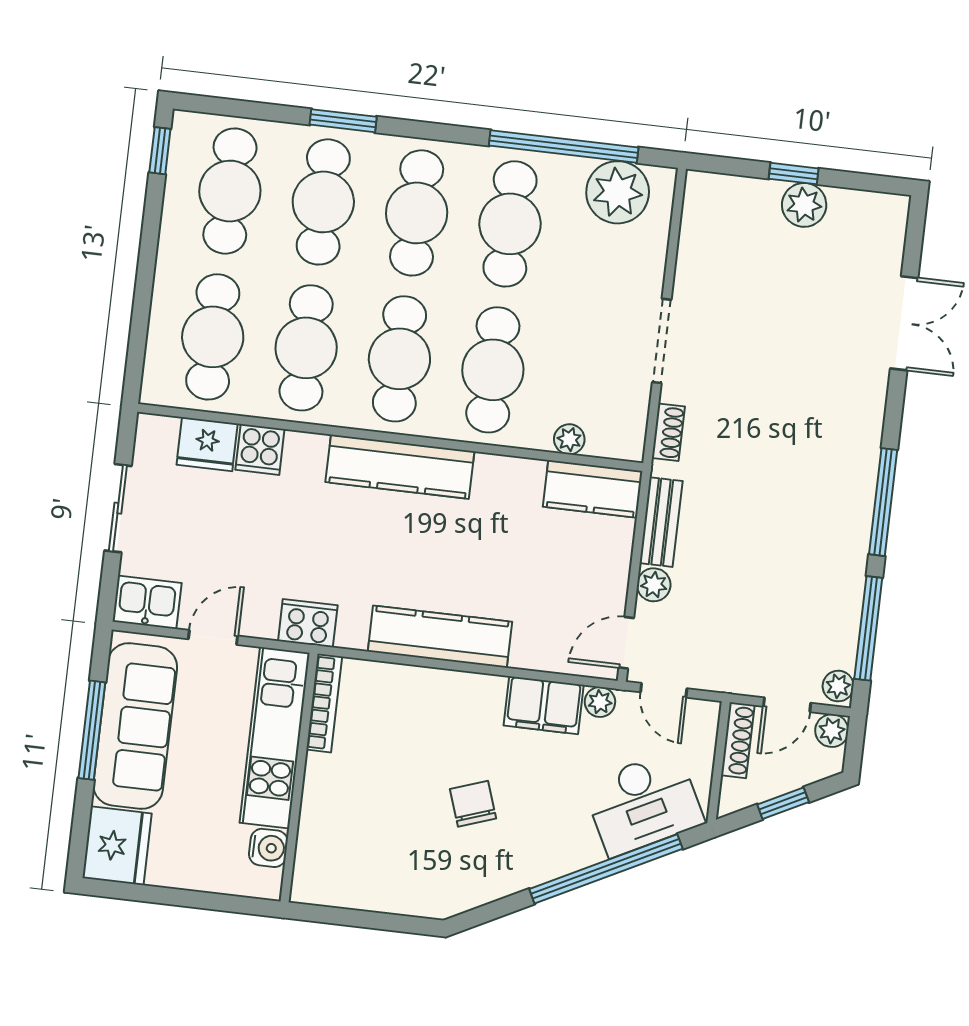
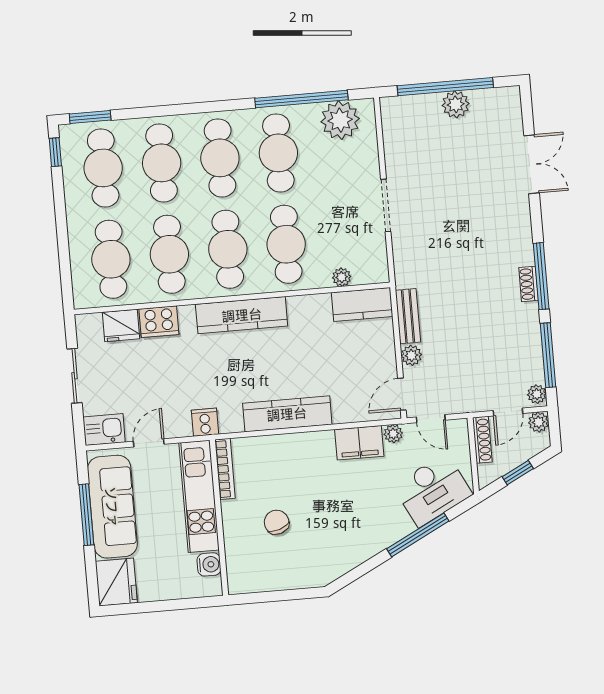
window: (343, 121) -> (90, 117), moved
window: (794, 174) -> (445, 87), width x3.17
shoe rack: (668, 432) -> (529, 284), moved, turned 180
cooker: (260, 450) -> (159, 322), width x1.36
cooker: (308, 623) -> (205, 422), width x0.73
chair: (473, 804) -> (277, 522), moved
window: (606, 869) -> (418, 535), width x0.68

